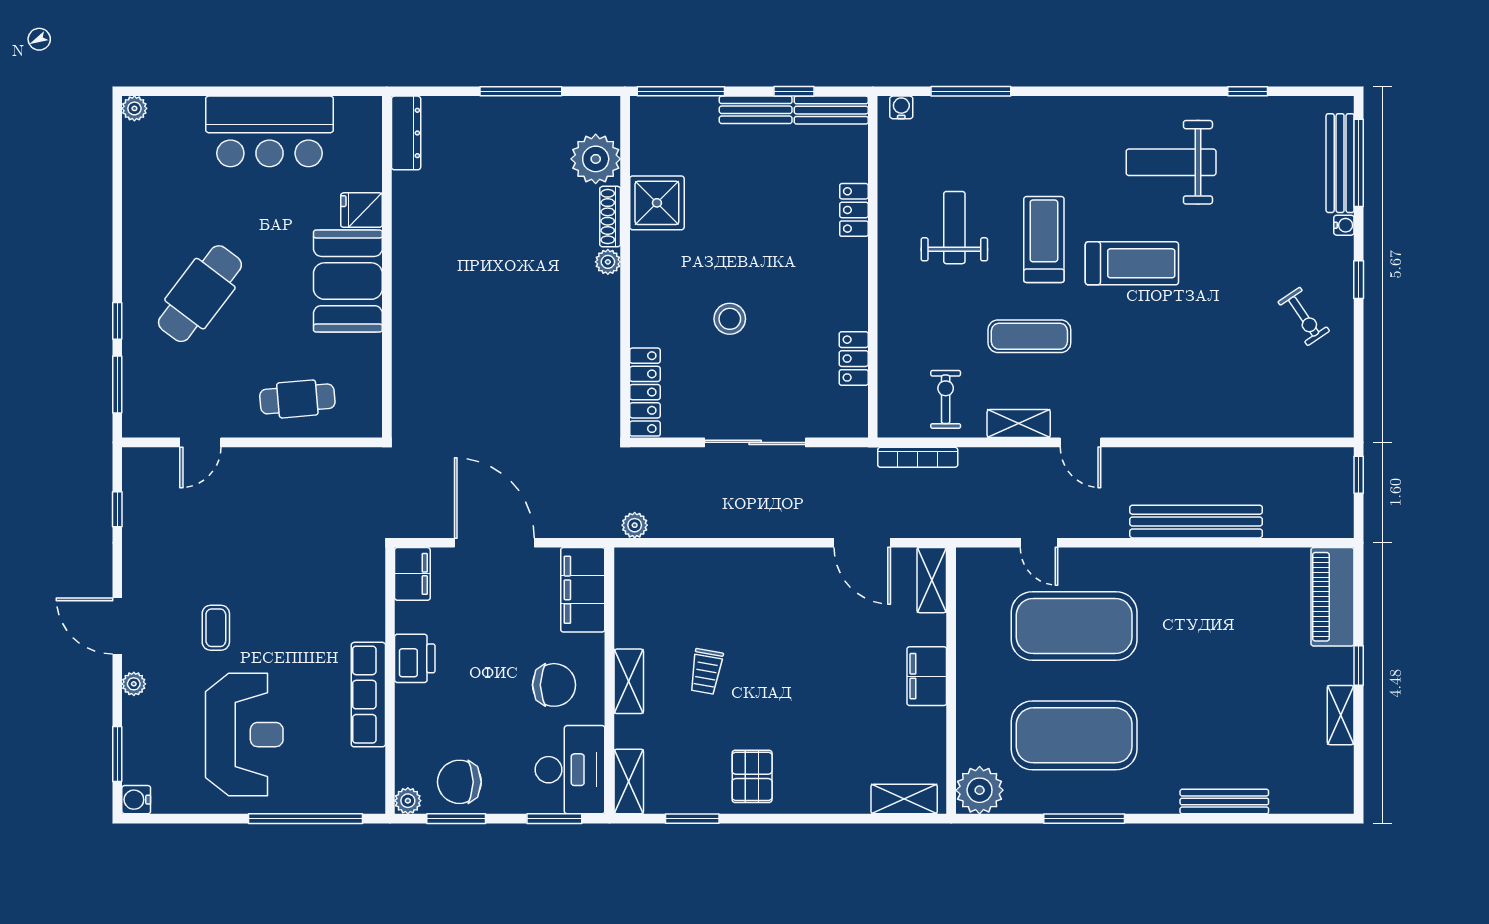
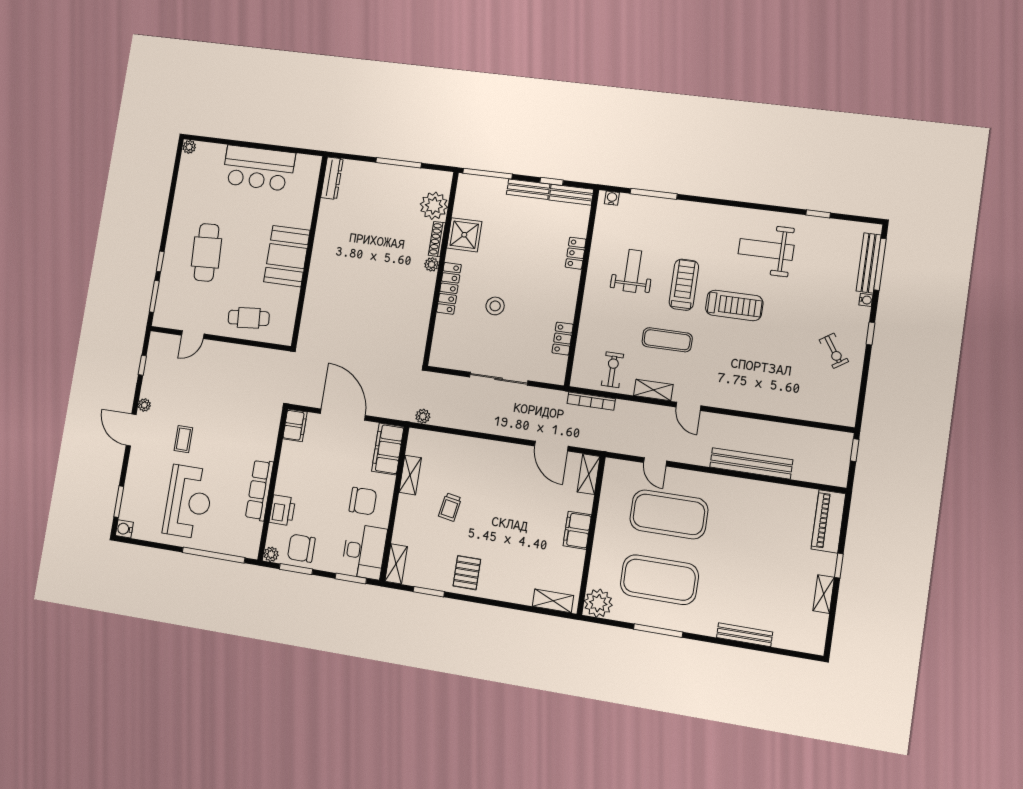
fridge: (361, 210) -> (301, 218), removed
cafe table: (200, 294) -> (206, 252), turned -40
locker: (645, 392) -> (449, 288), moved
printer: (415, 658) -> (282, 510), moved
shelving: (629, 681) -> (410, 475), moved
plant: (134, 684) -> (144, 405), moved

